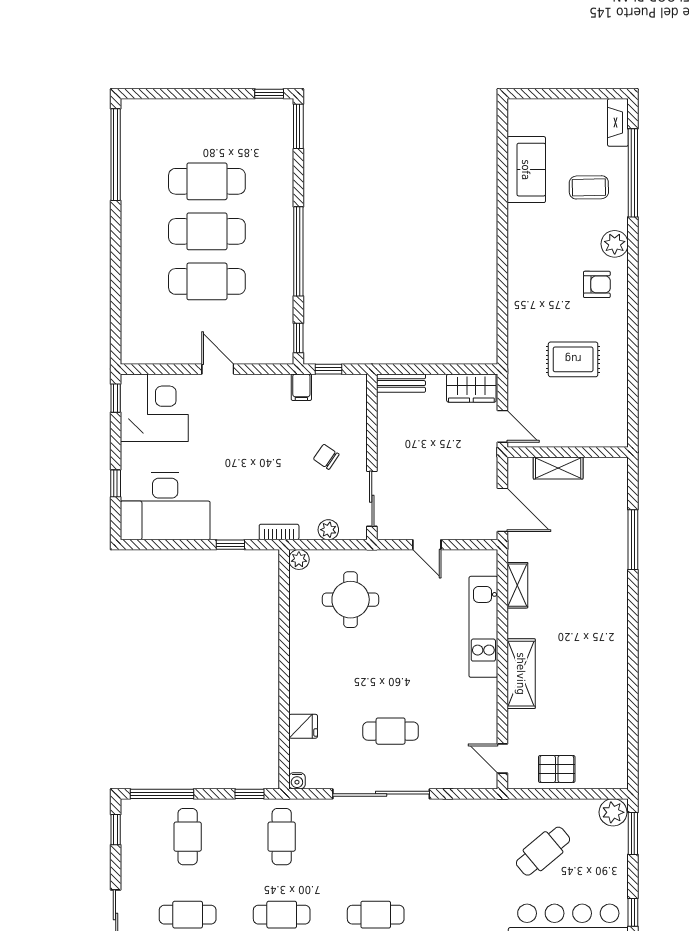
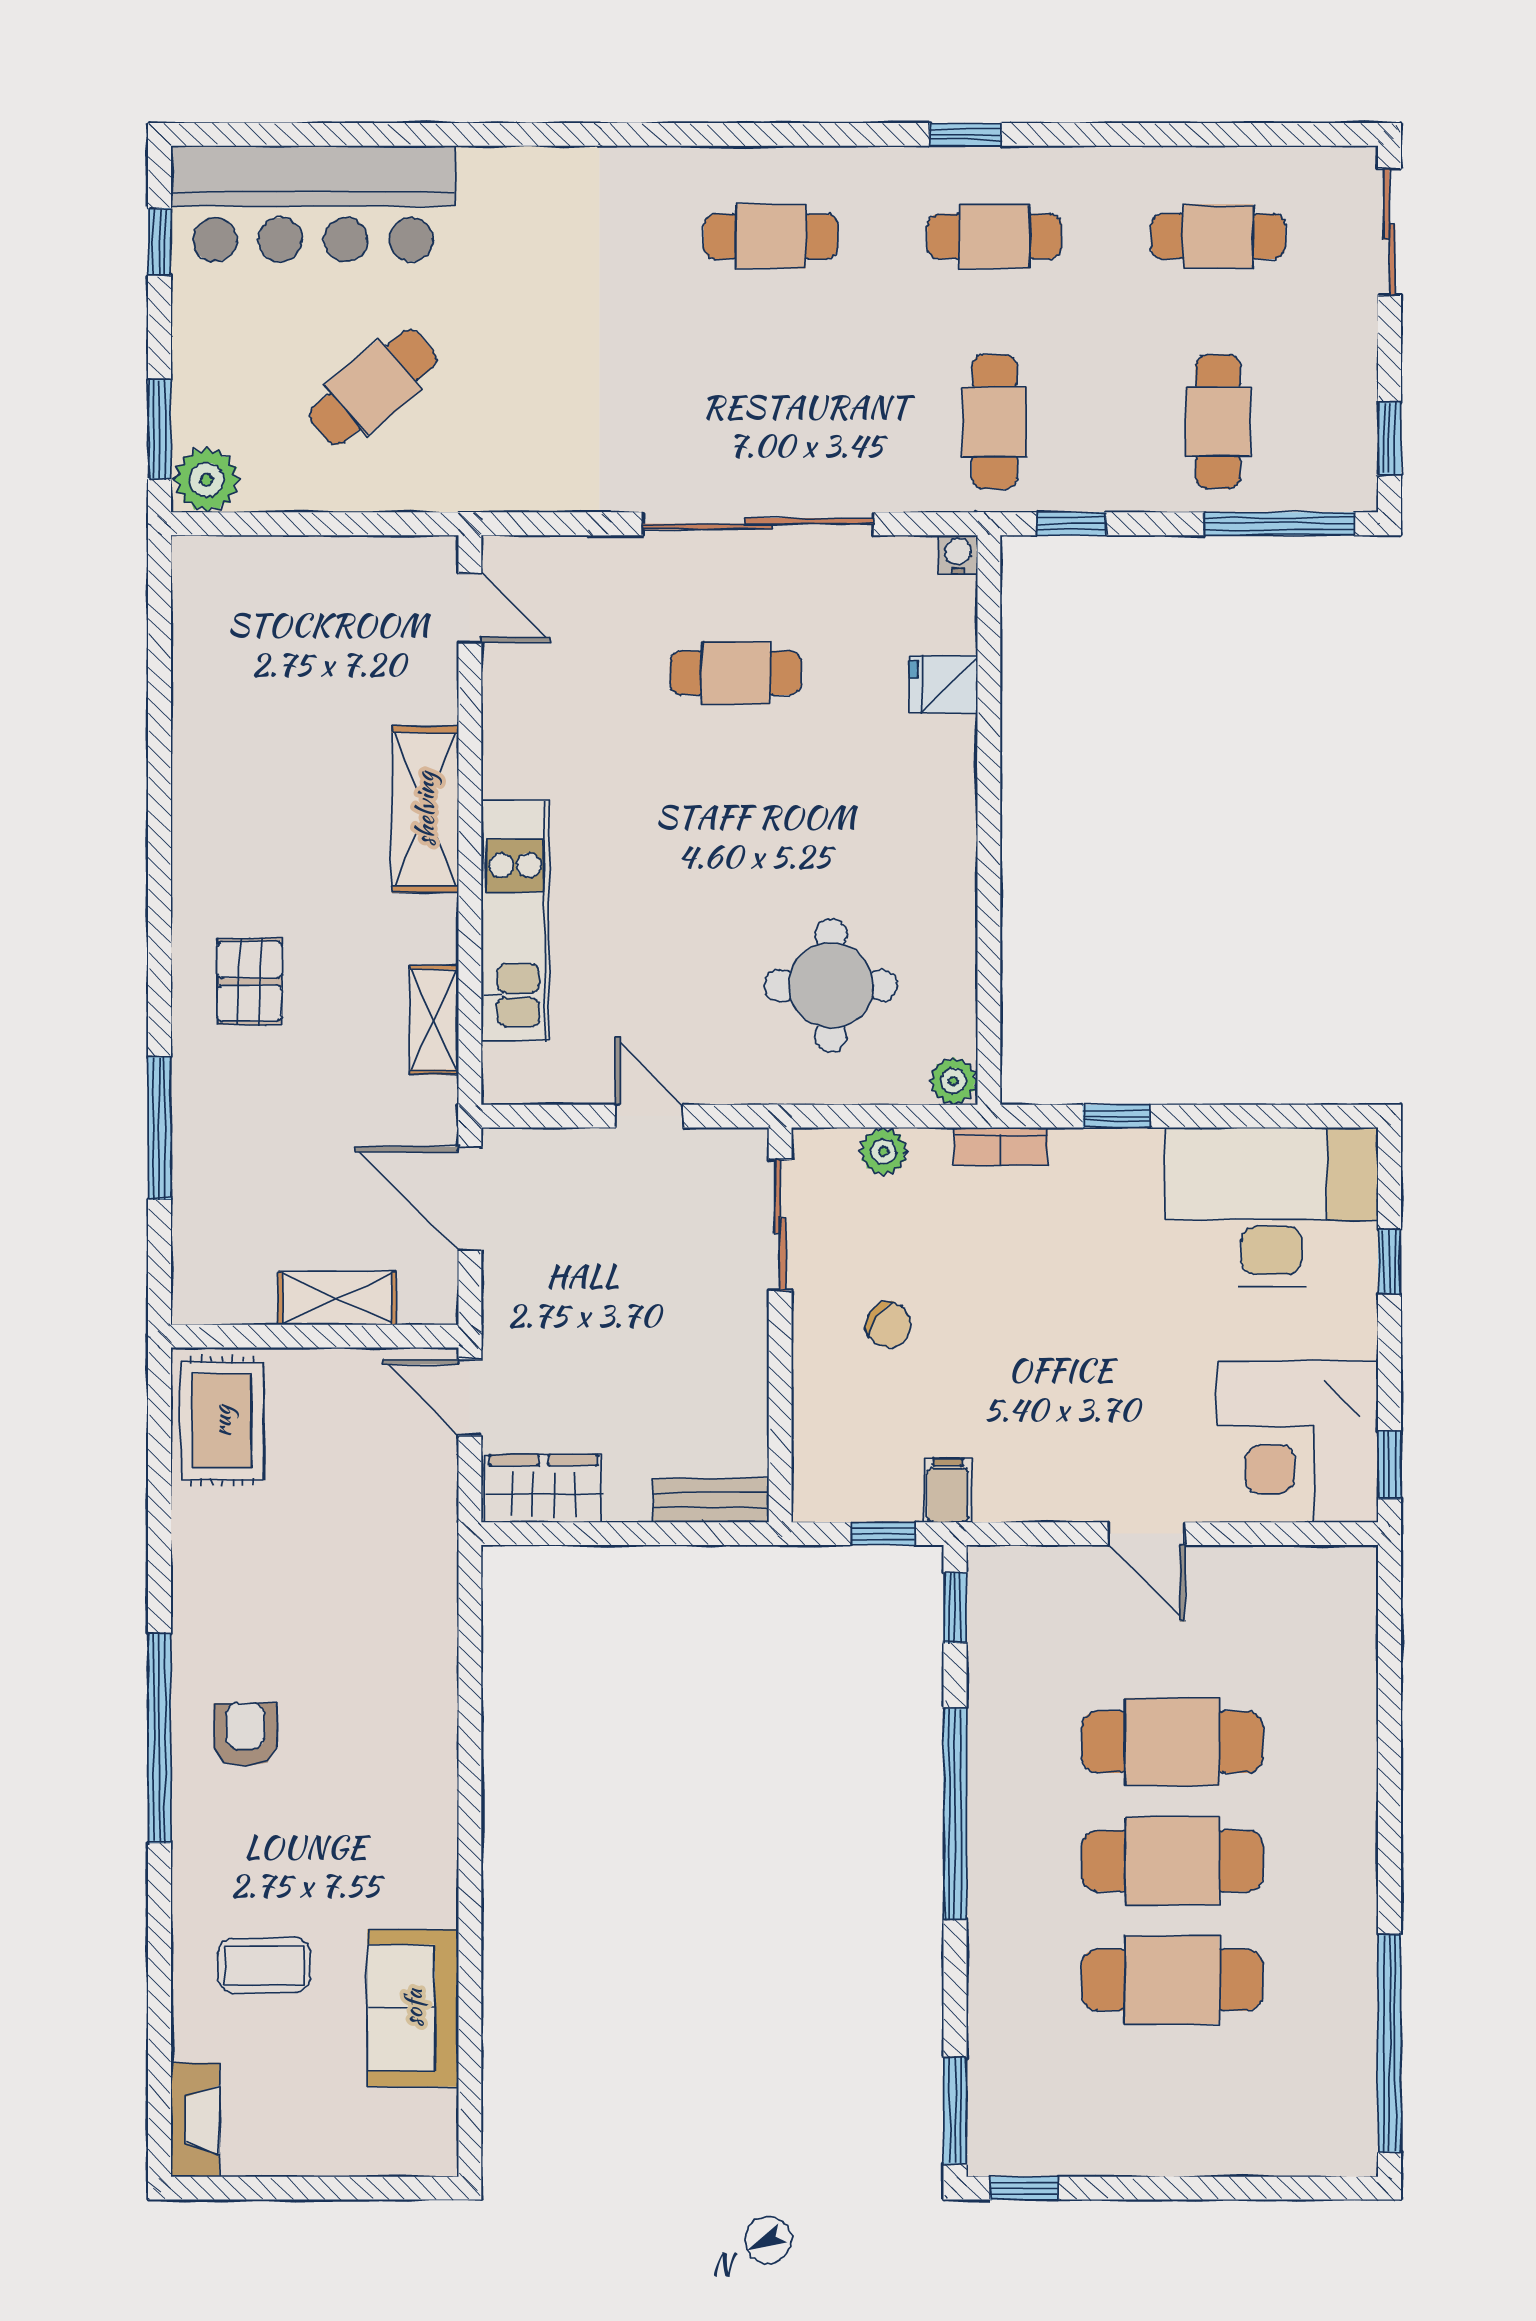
window: (633, 173) -> (159, 1738), moved
plant: (615, 244) -> (203, 1831), removed
armchair: (597, 284) -> (245, 1735), turned 90
rug: (573, 359) -> (222, 1421), moved, turned 90
pallet: (557, 769) -> (250, 981), moved, turned 90

